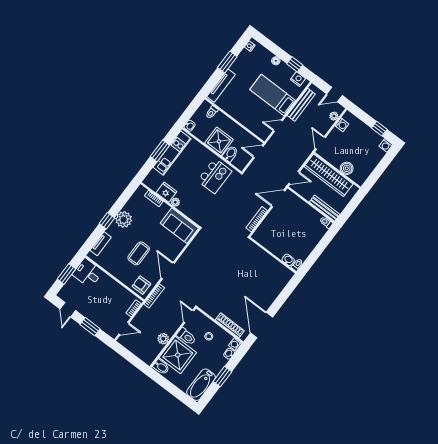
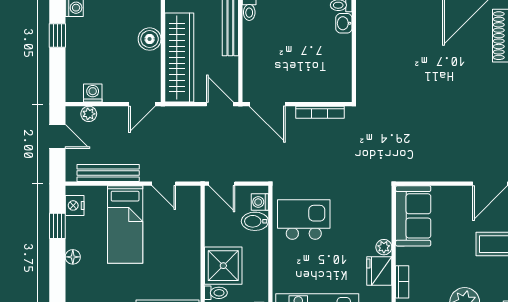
shower: (219, 141) -> (223, 266), moved
washing machine: (237, 162) -> (260, 202), added

